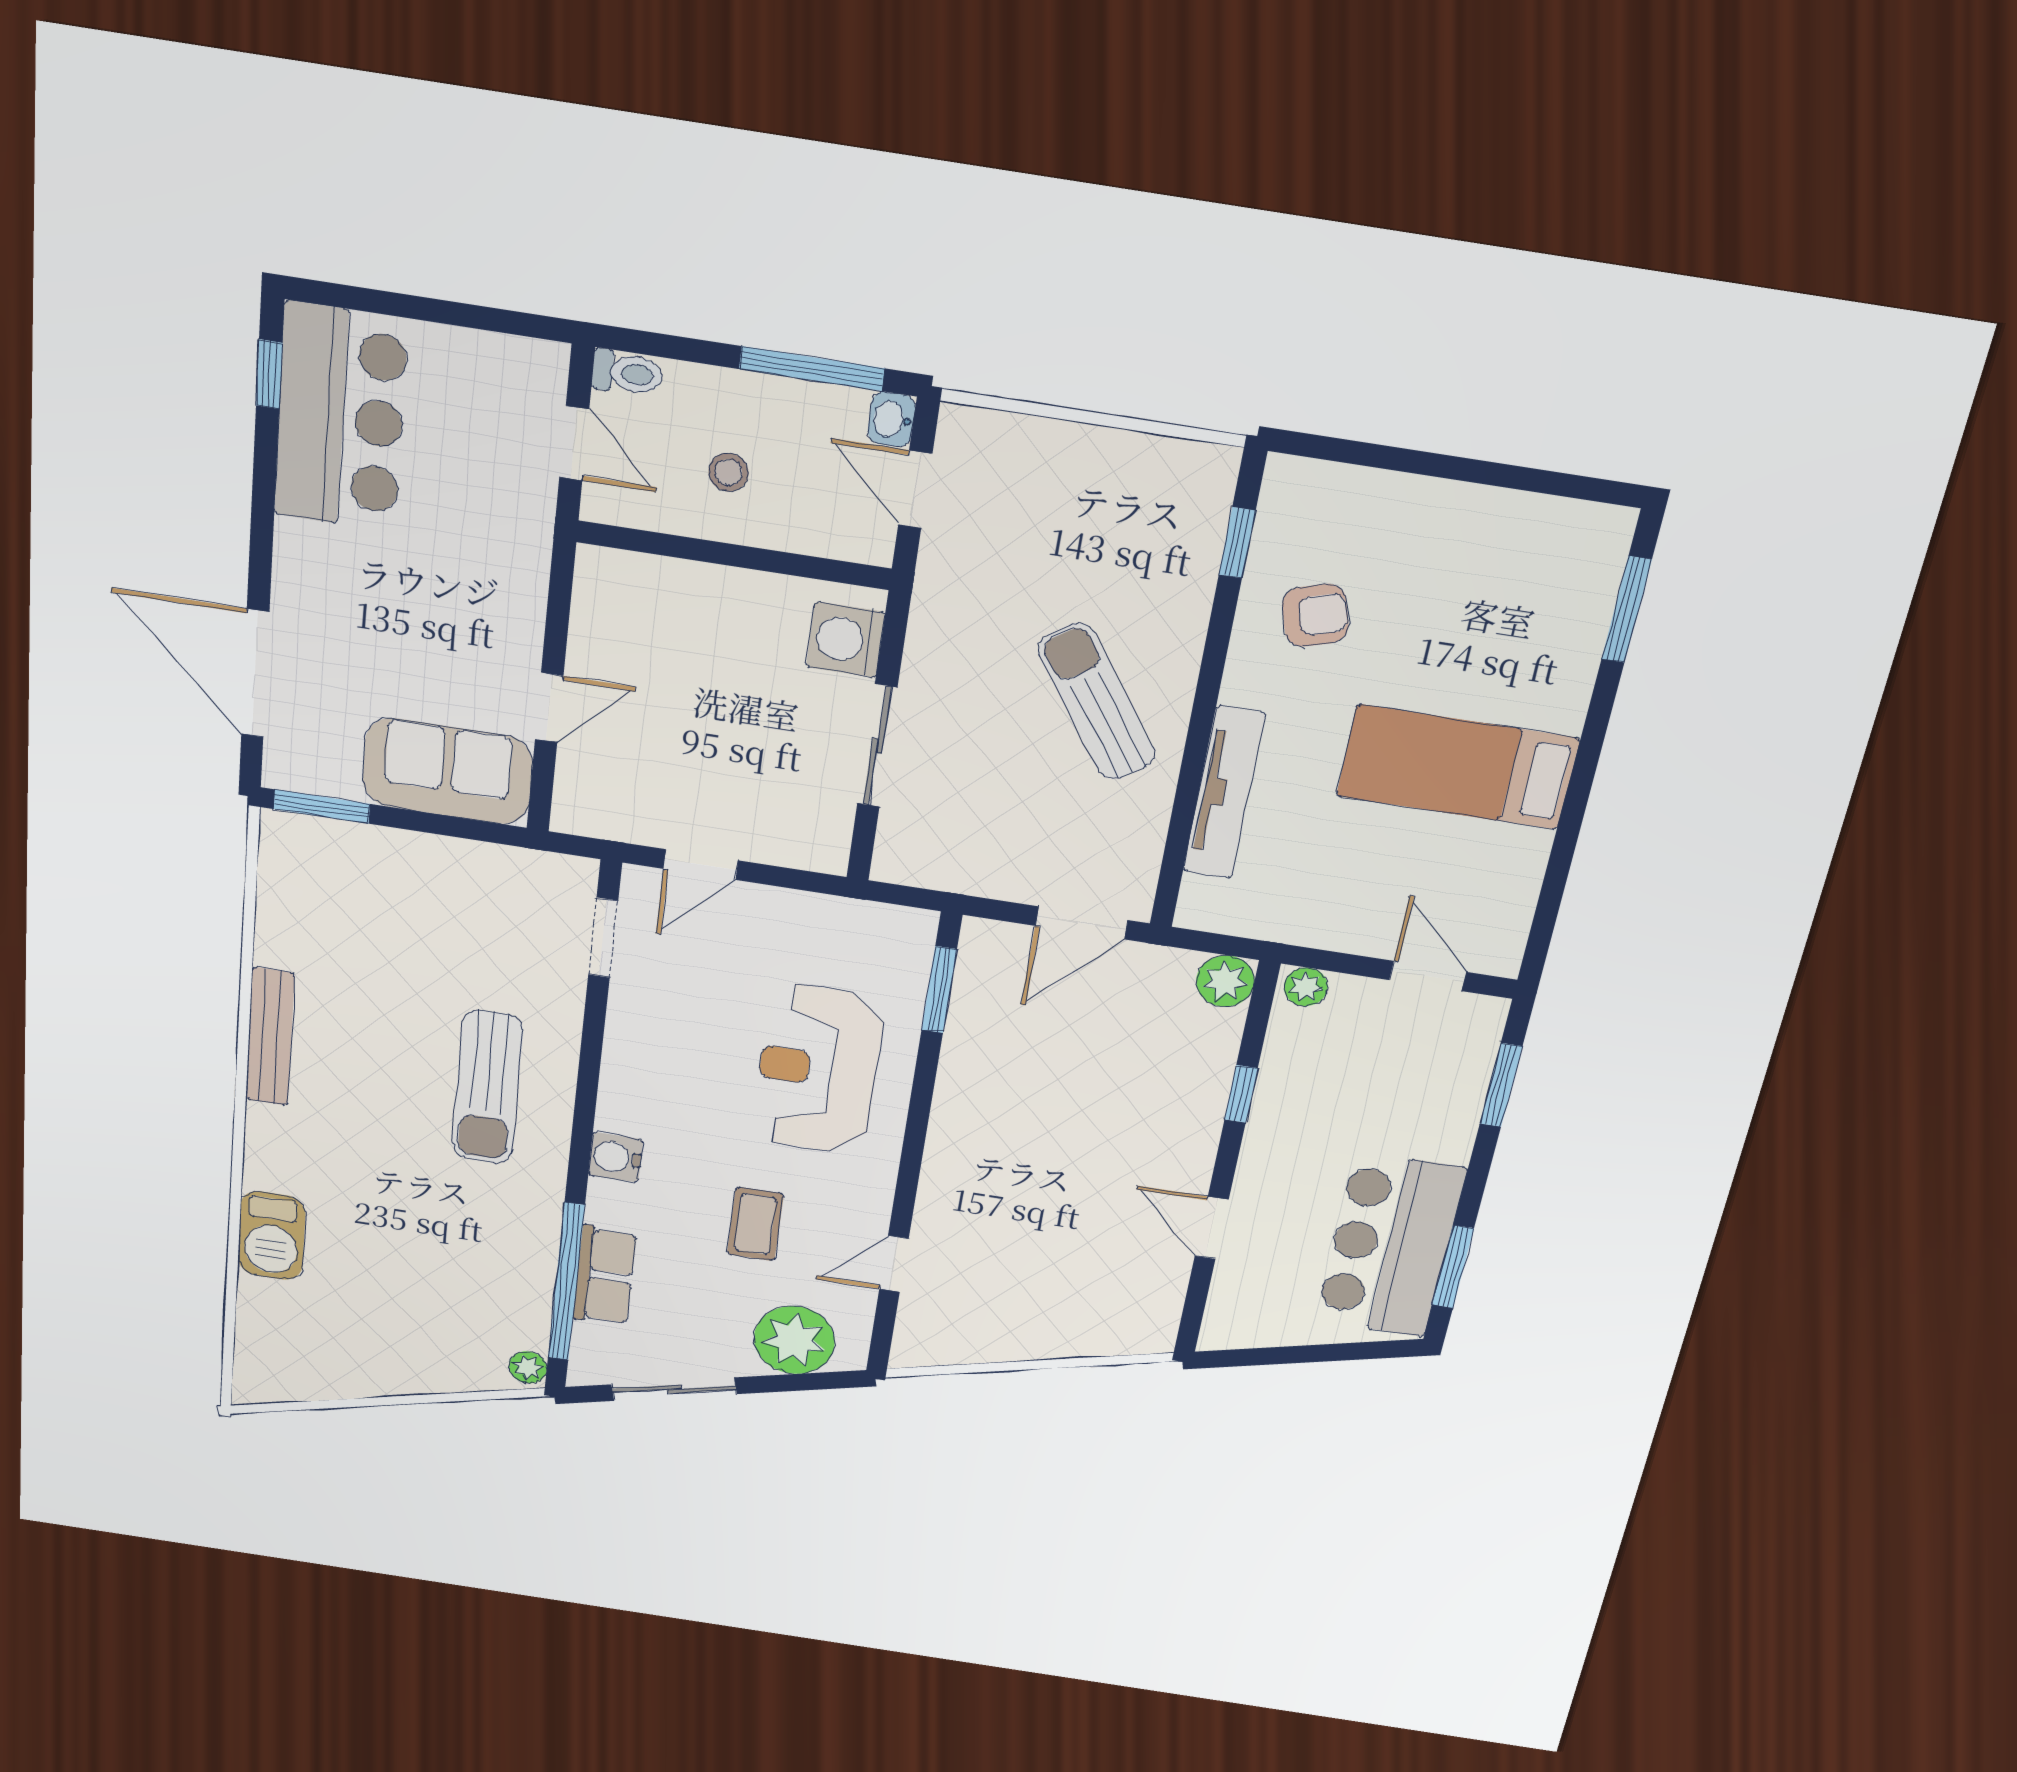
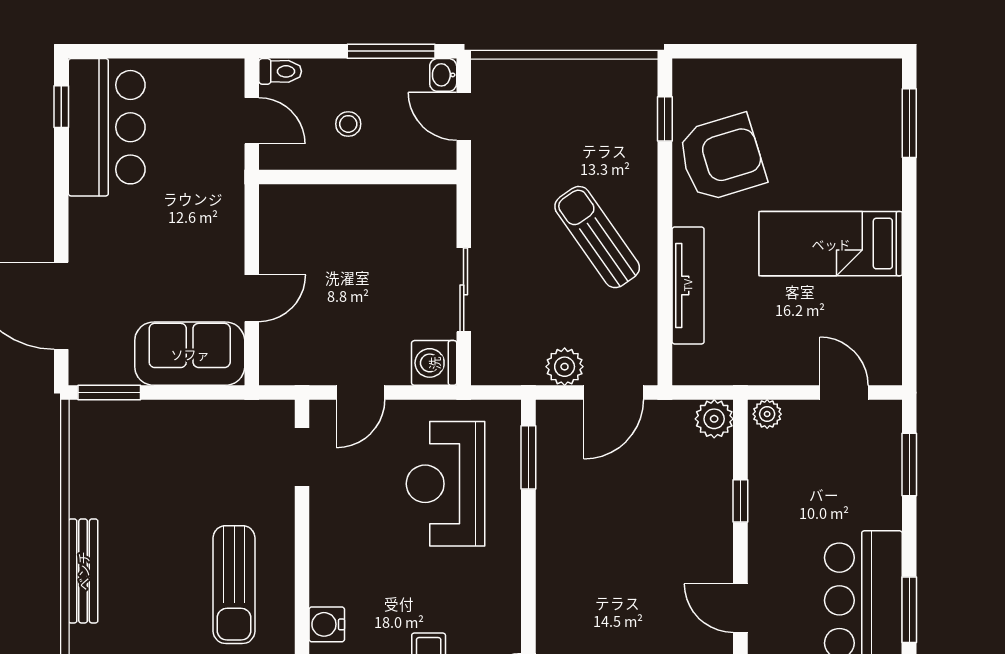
armchair: (1315, 615) -> (722, 158), width x1.88, depth x1.88
washing machine: (845, 640) -> (434, 363), moved
plant: (1014, 876) -> (565, 367), added
reception desk: (818, 1069) -> (446, 484), moved

